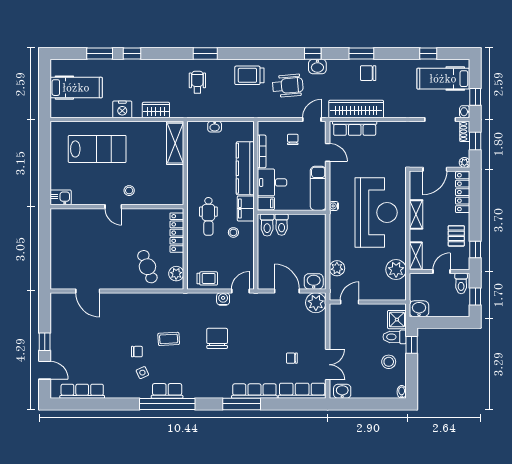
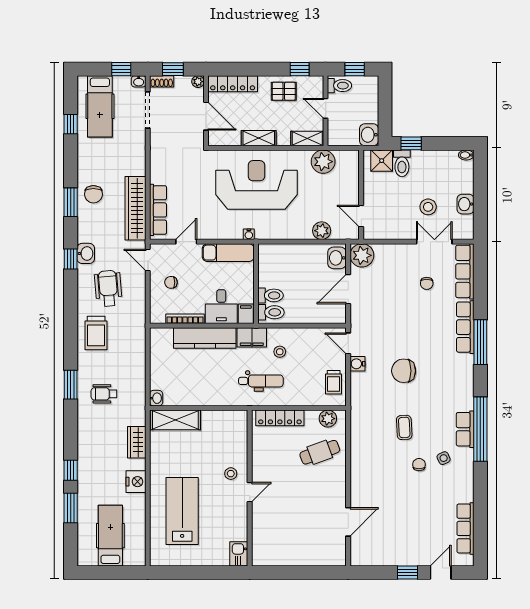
washbasin: (215, 127) -> (156, 398), moved
trolley: (207, 278) -> (334, 382), turned 180
stool: (389, 362) -> (428, 207), moved
washbasin: (342, 391) -> (465, 204), moved

